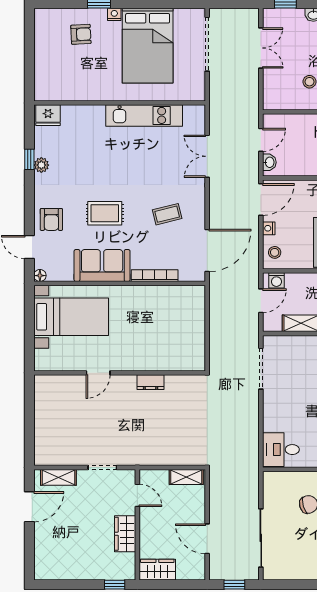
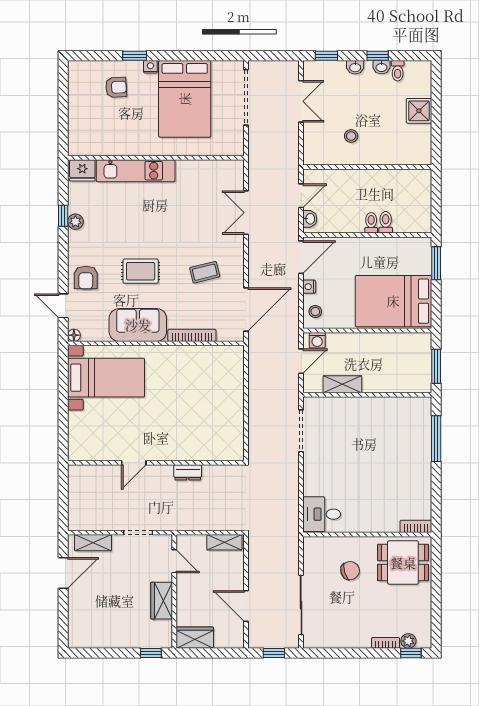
kitchen unit: (144, 115) -> (136, 171), moved
door: (98, 373) -> (134, 463), moved
wall: (120, 373) -> (156, 463), moved
dresser: (151, 382) -> (188, 472), moved

